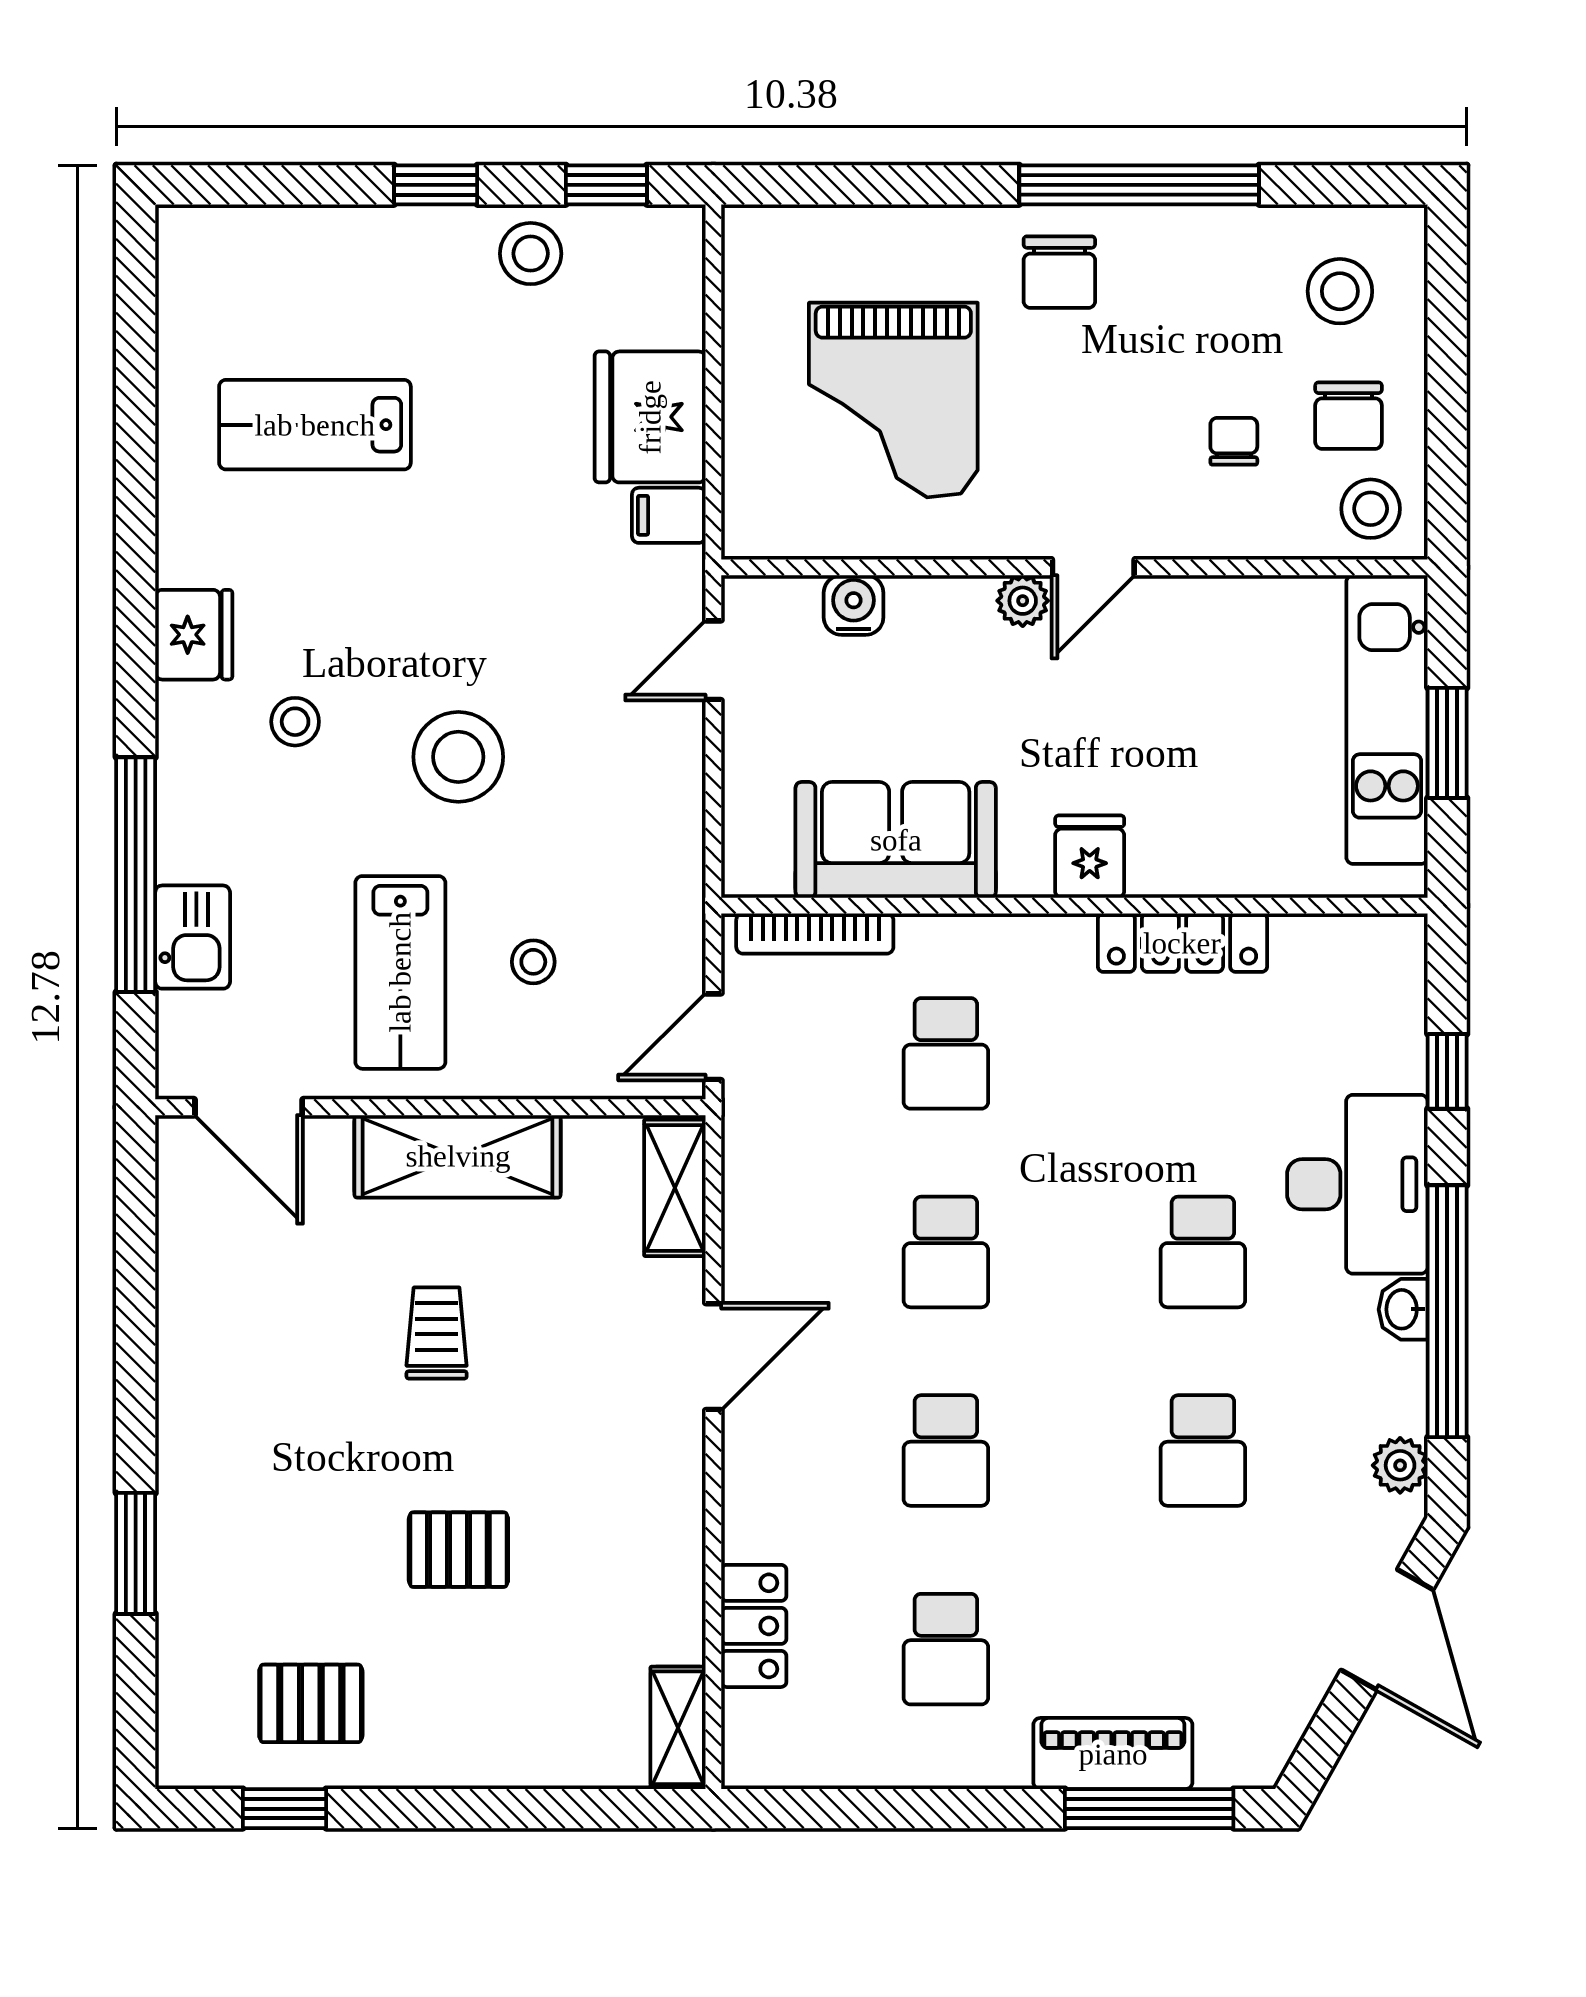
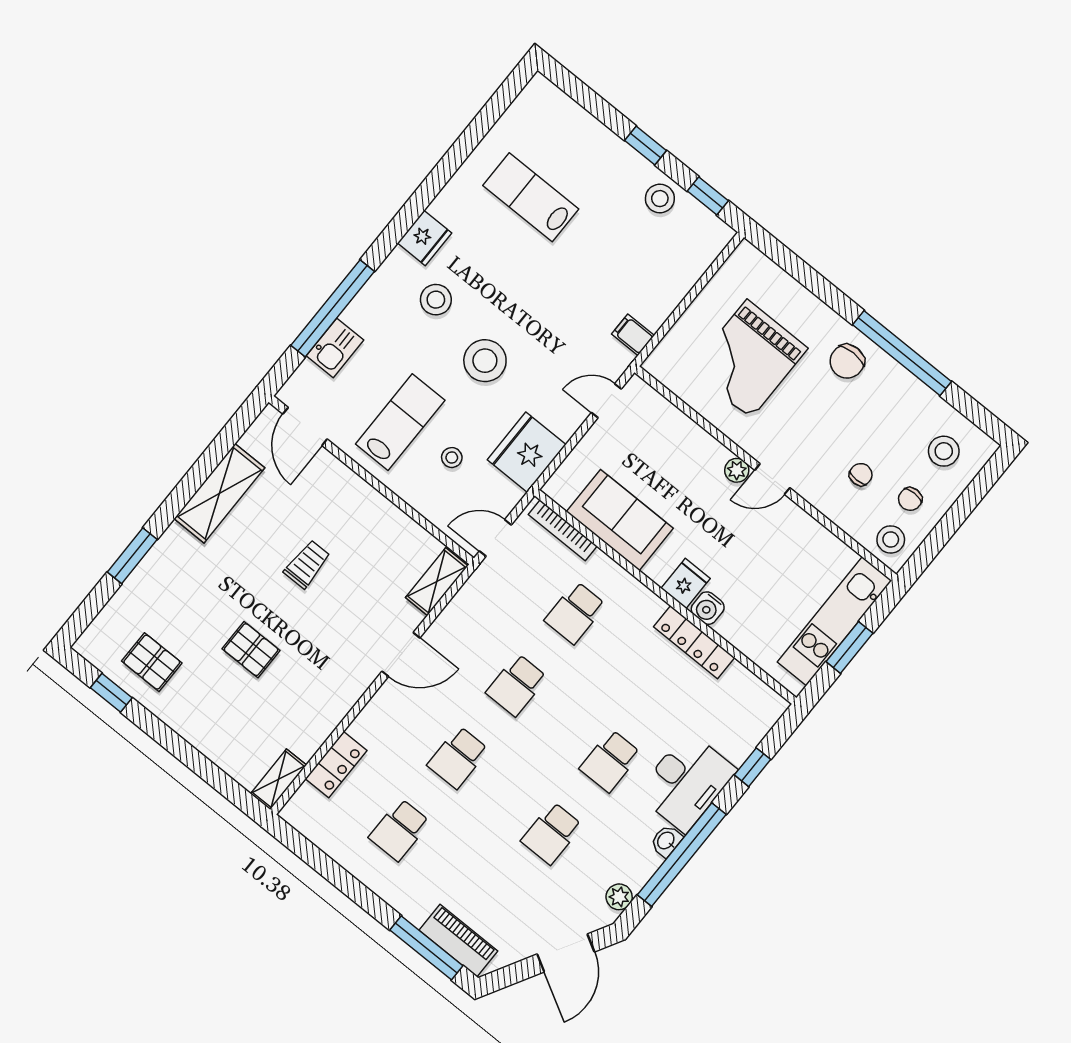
chair: (1349, 416) -> (910, 499), width x0.73, depth x0.73
fridge: (650, 417) -> (527, 452), moved
water cooler: (854, 605) -> (708, 608), moved, turned 180
stool: (295, 722) -> (436, 300), width x1.37, depth x1.37
lab bench: (400, 972) -> (400, 422), turned 180
shelving: (458, 1156) -> (219, 493), moved, turned 90
piano: (1113, 1754) -> (458, 941), moved

